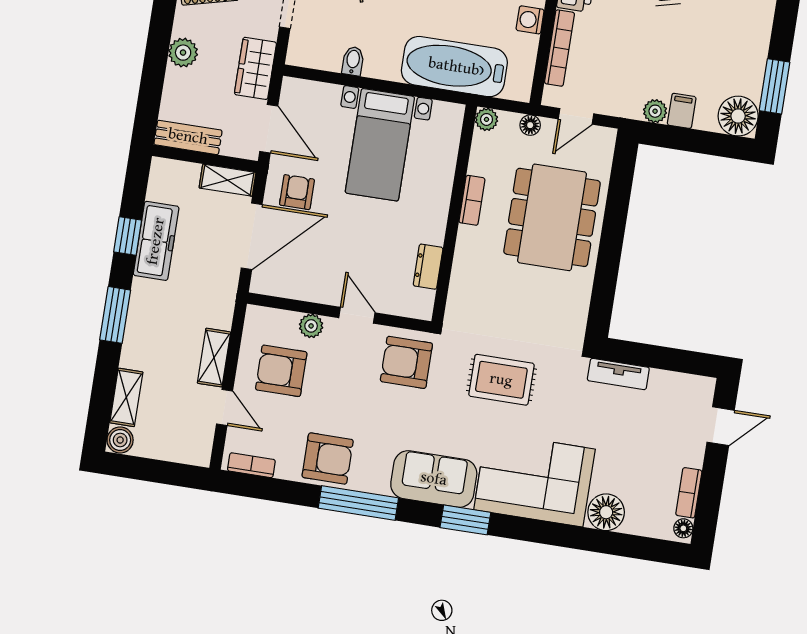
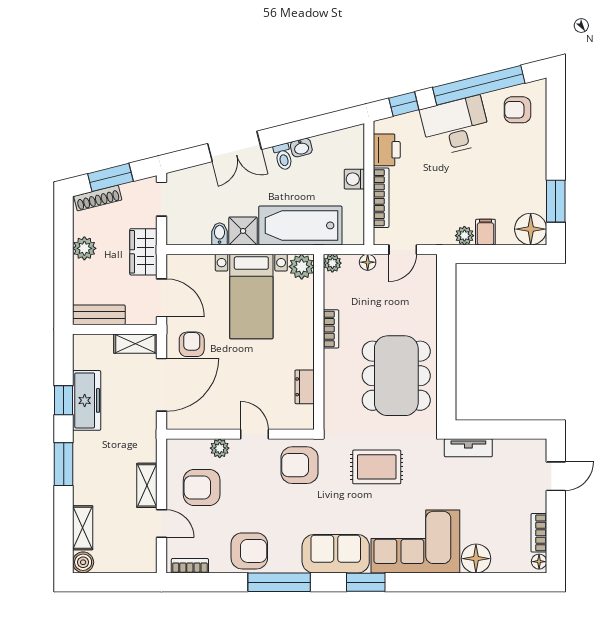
shower: (382, 62) -> (243, 231), added
plant: (448, 118) -> (302, 267), added
dining table: (552, 217) -> (396, 376), moved

